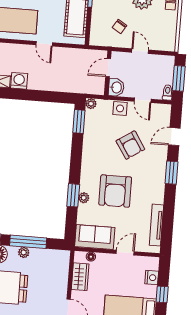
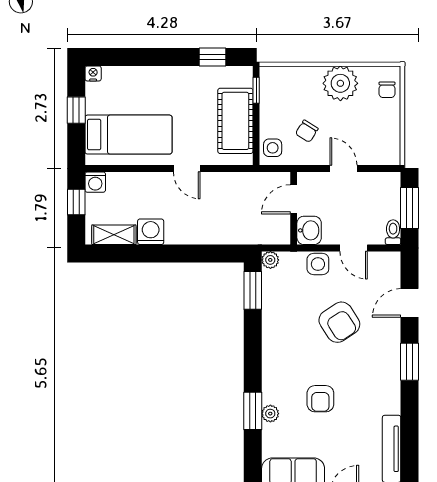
side table: (98, 35) -> (273, 148), added
armchair: (115, 191) -> (320, 399), width x0.53, depth x0.53

